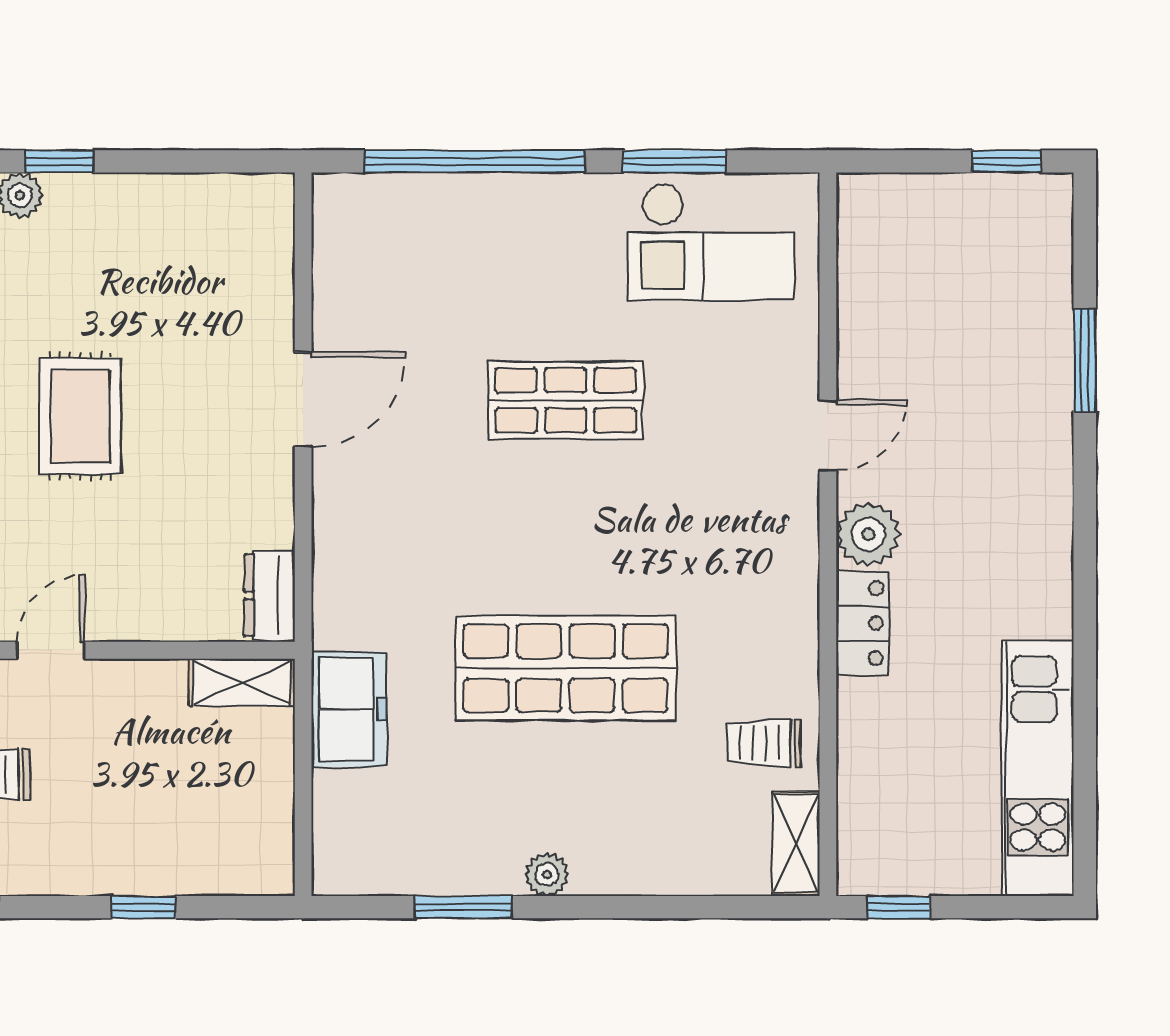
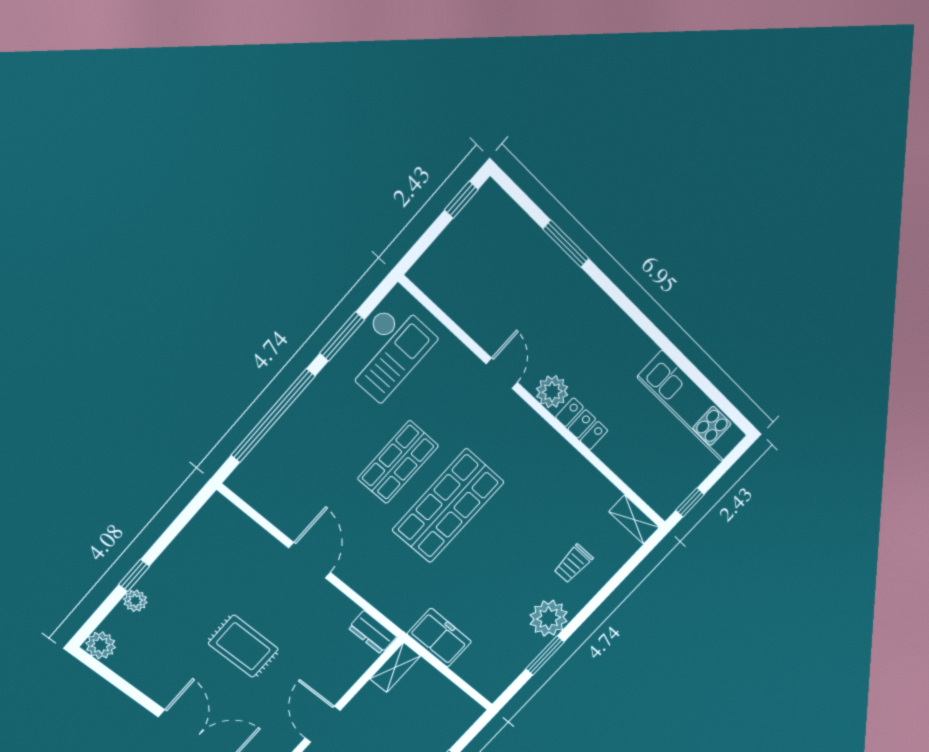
door: (51, 650) -> (323, 724), width x1.37
shop shelf: (566, 668) -> (448, 506), moved
trolley: (764, 743) -> (573, 564), moved
plant: (547, 874) -> (549, 618), width x1.88, depth x1.88

